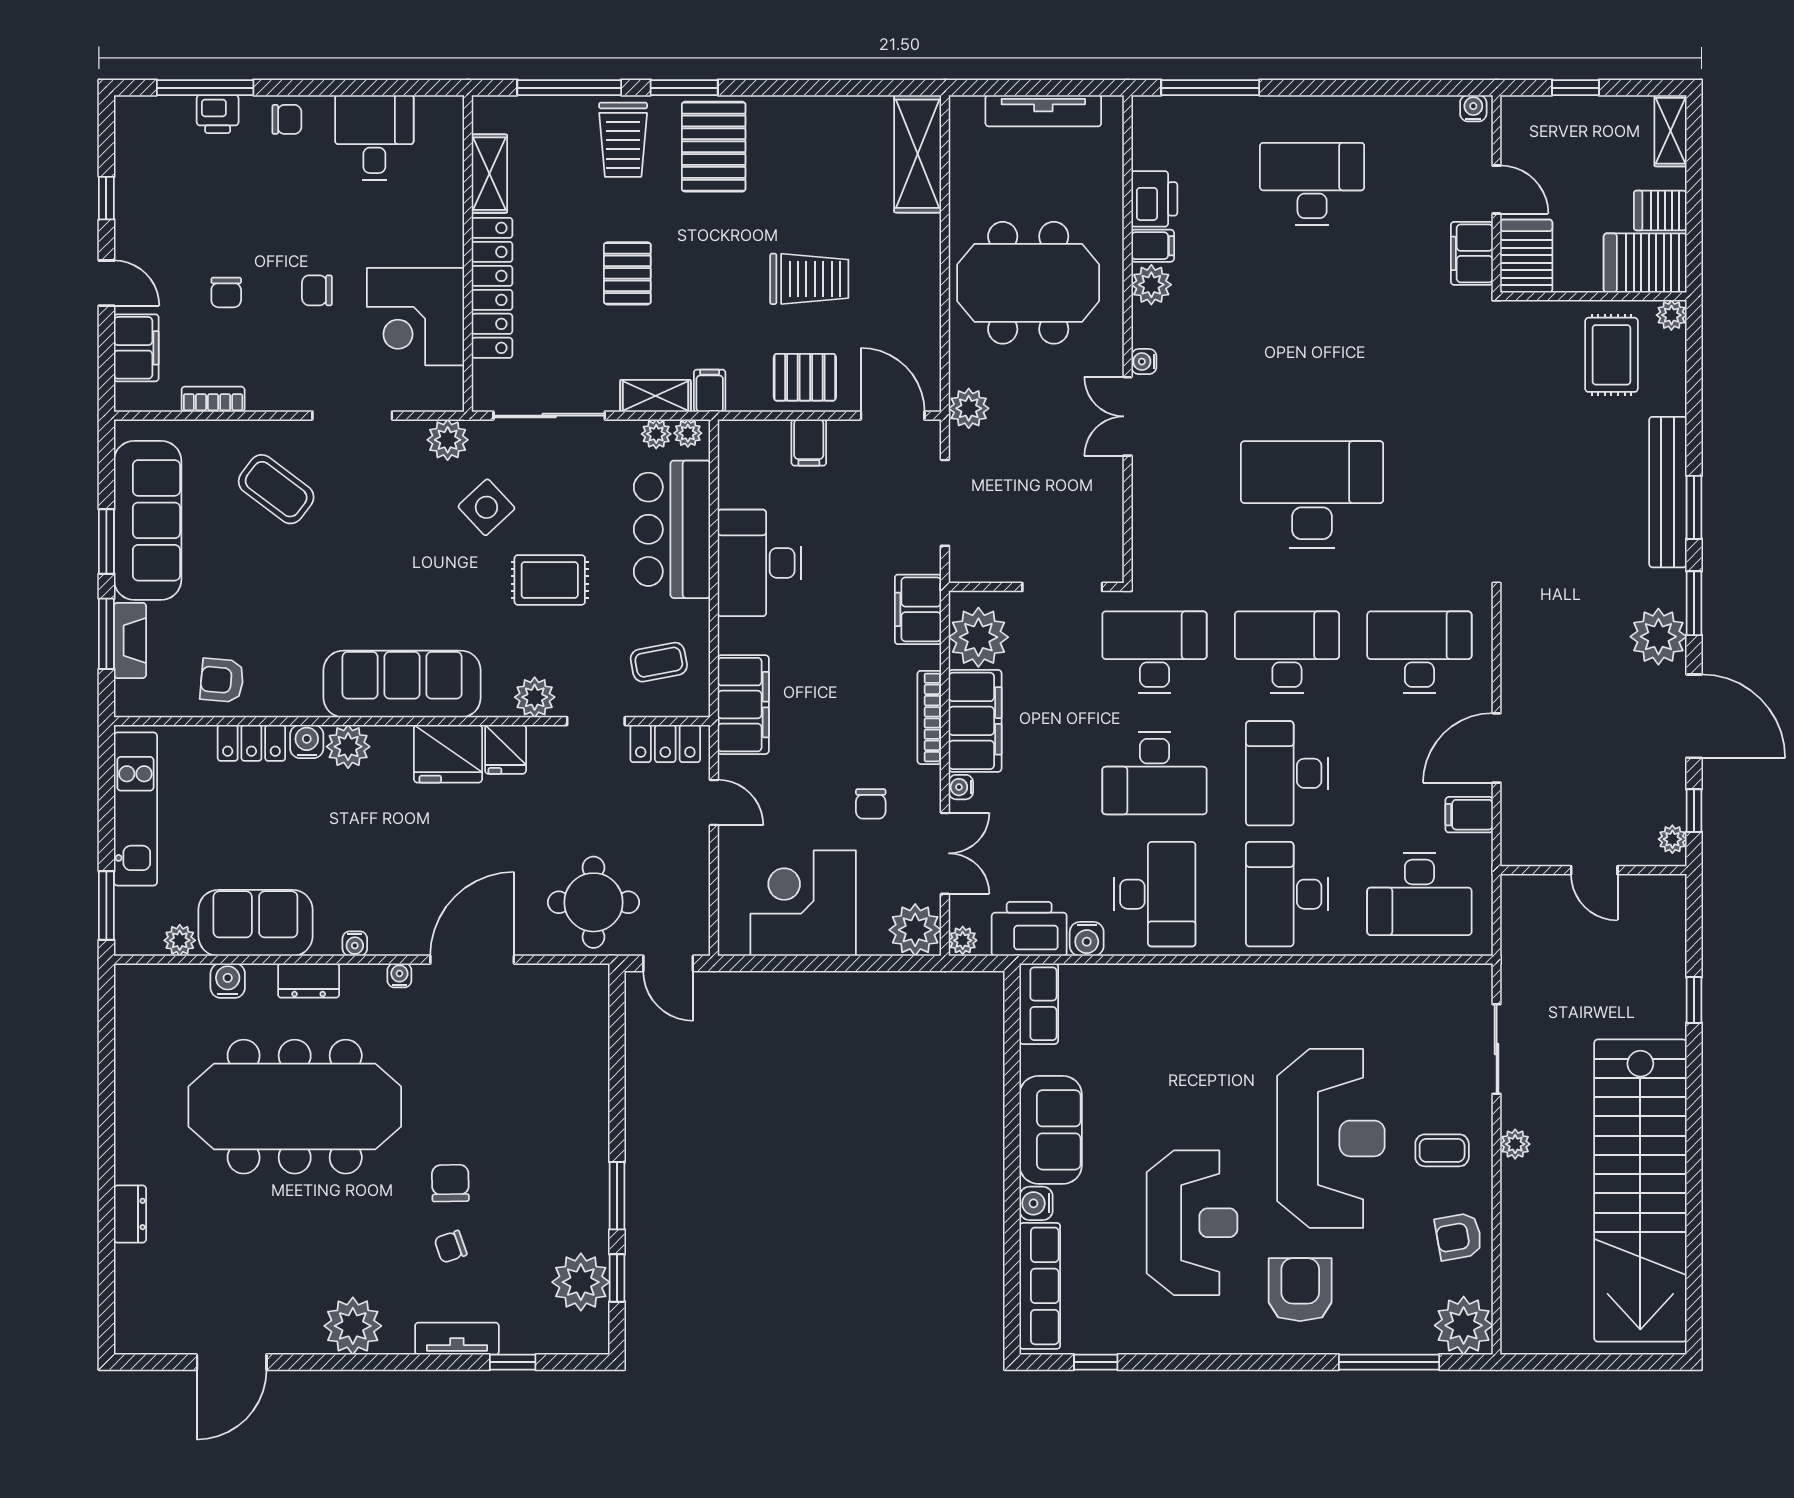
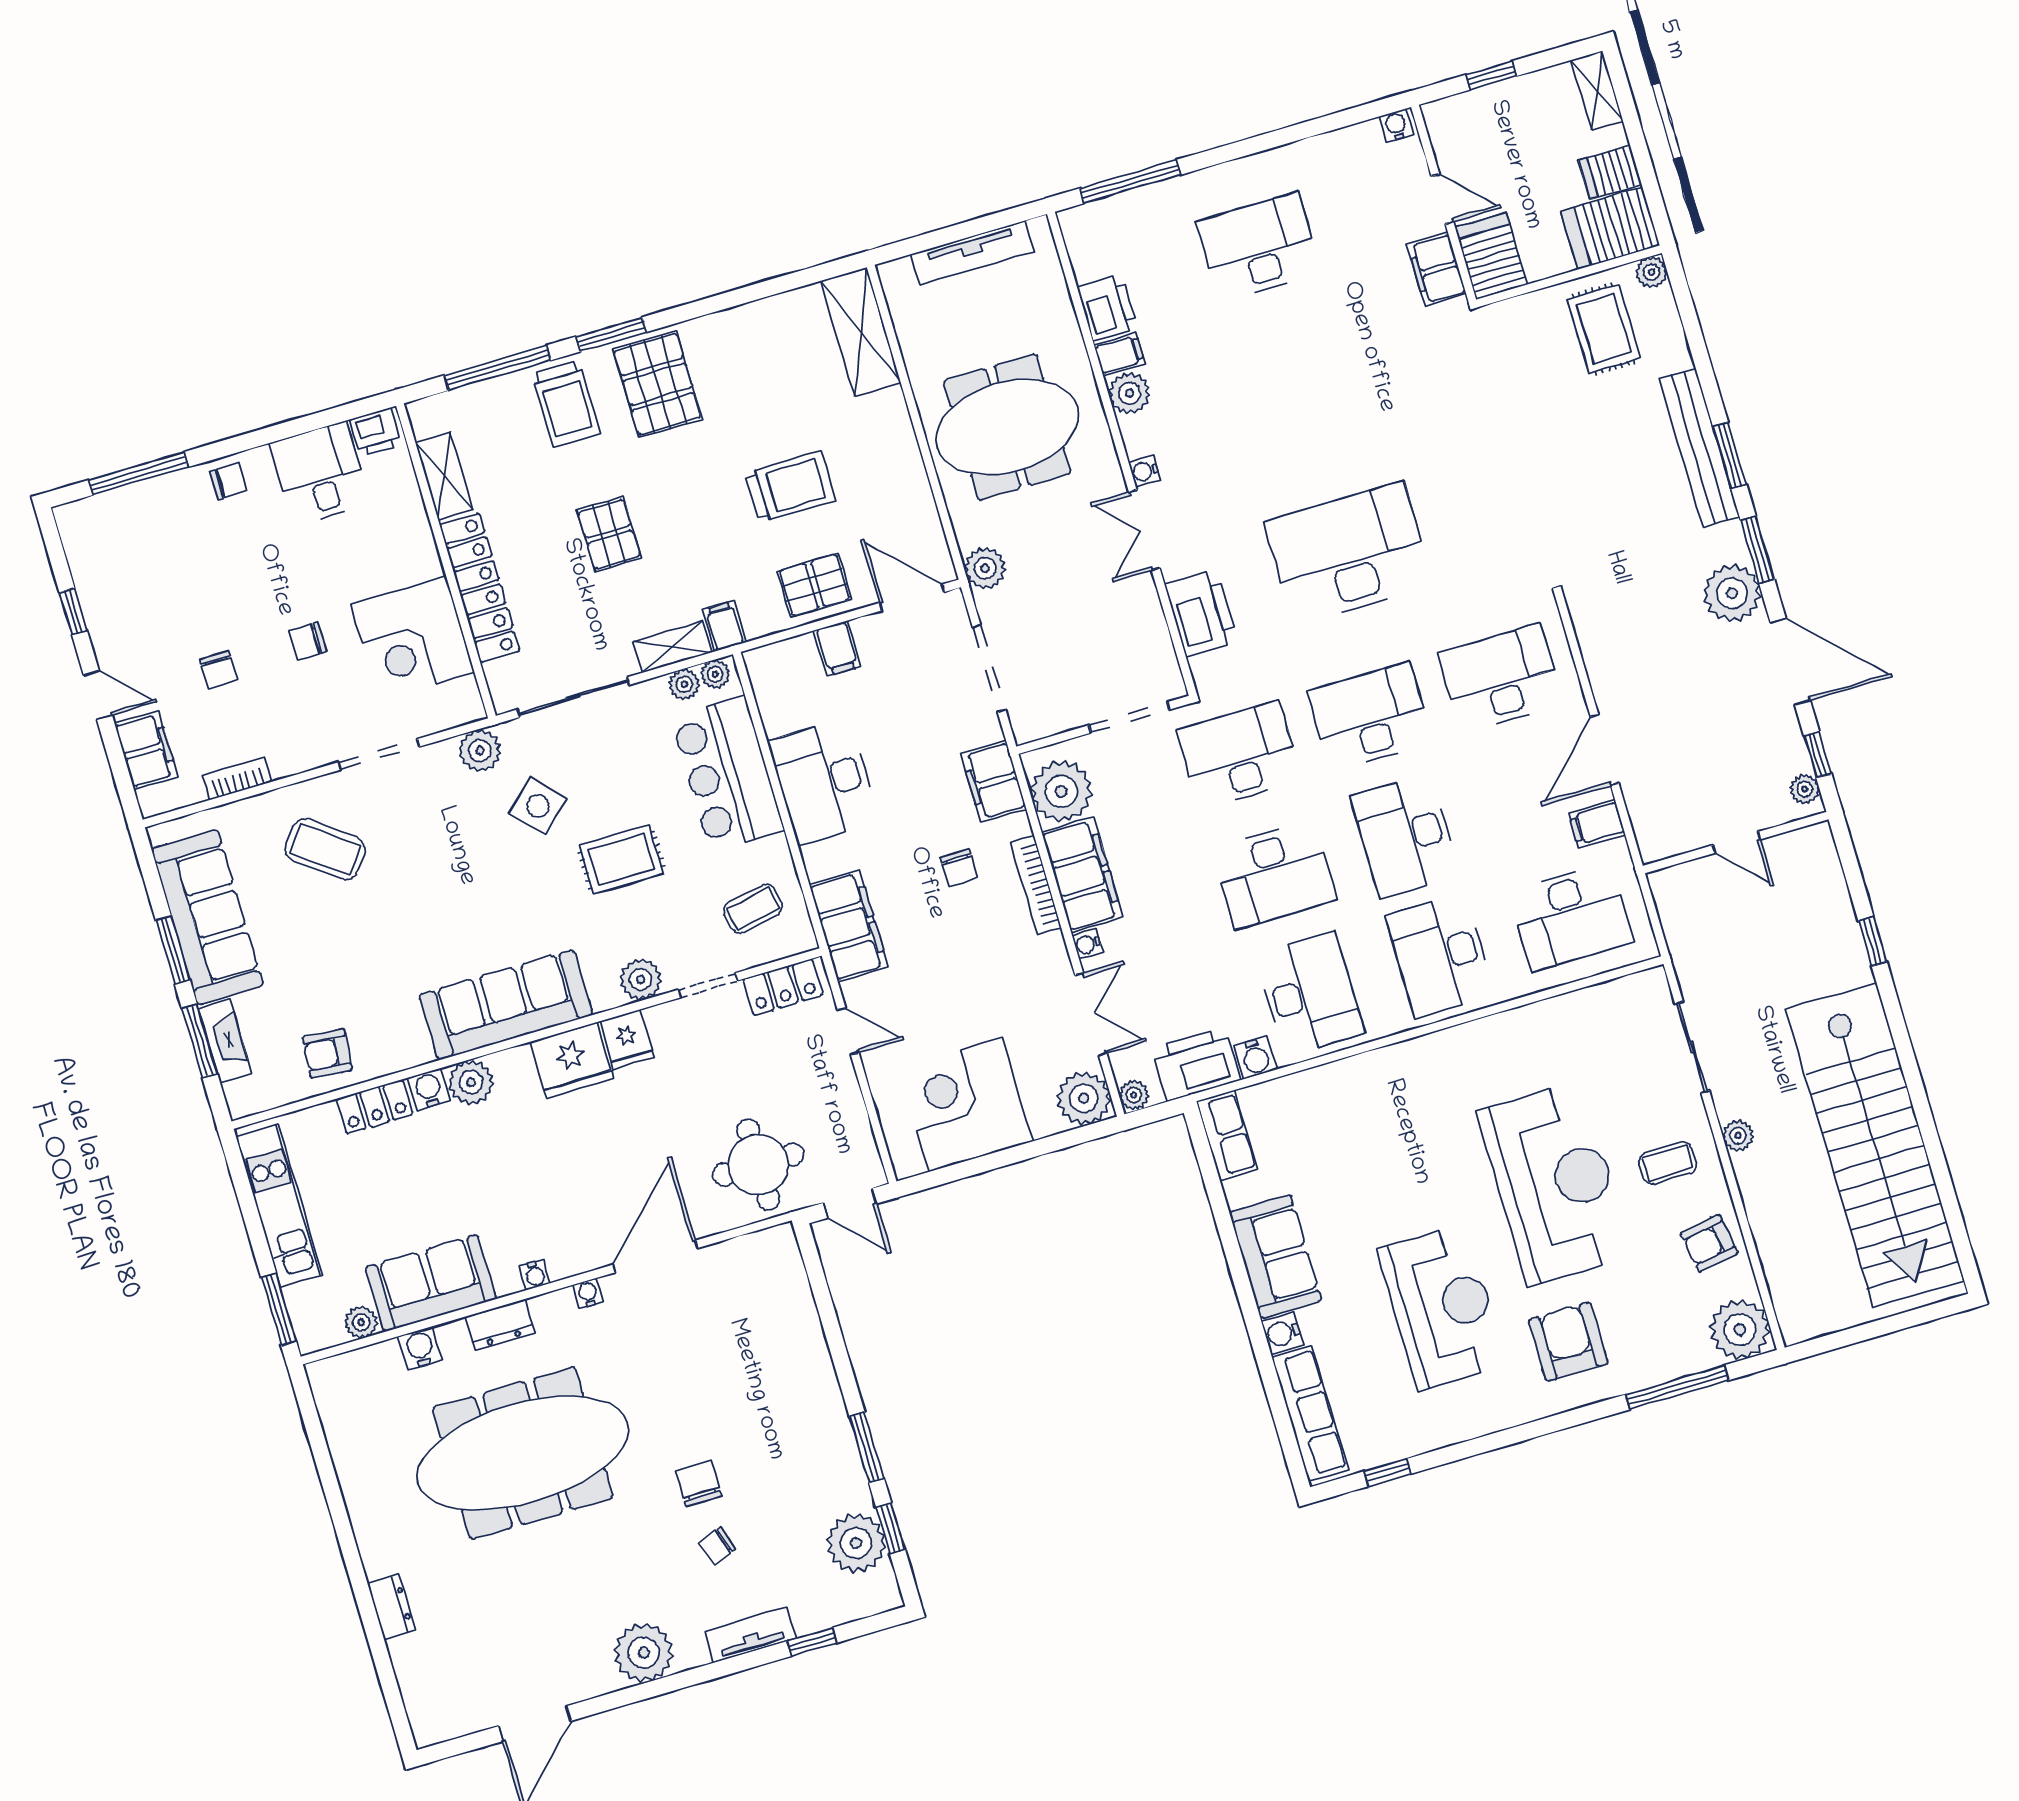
printer: (218, 114) -> (375, 432), moved
printer: (1158, 509) -> (1201, 613), added
chair: (871, 804) -> (959, 868), moved

